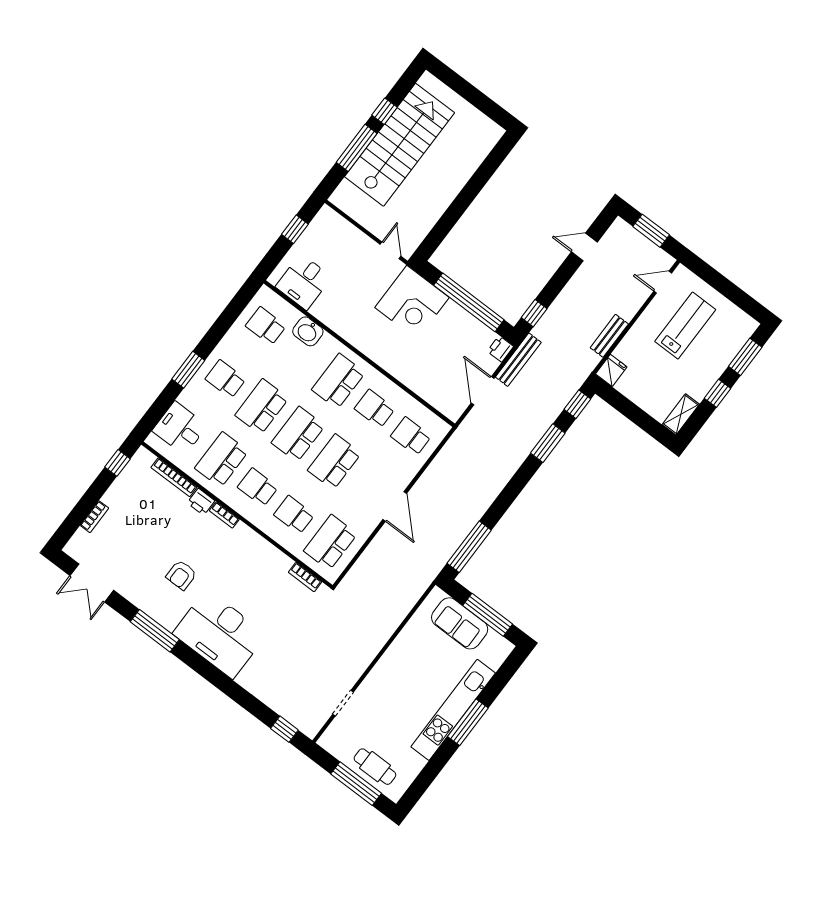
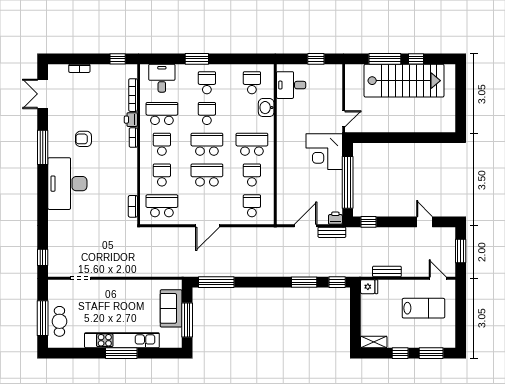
bench: (518, 360) -> (332, 232), width x0.73
school desk: (262, 407) -> (207, 113), width x0.54

